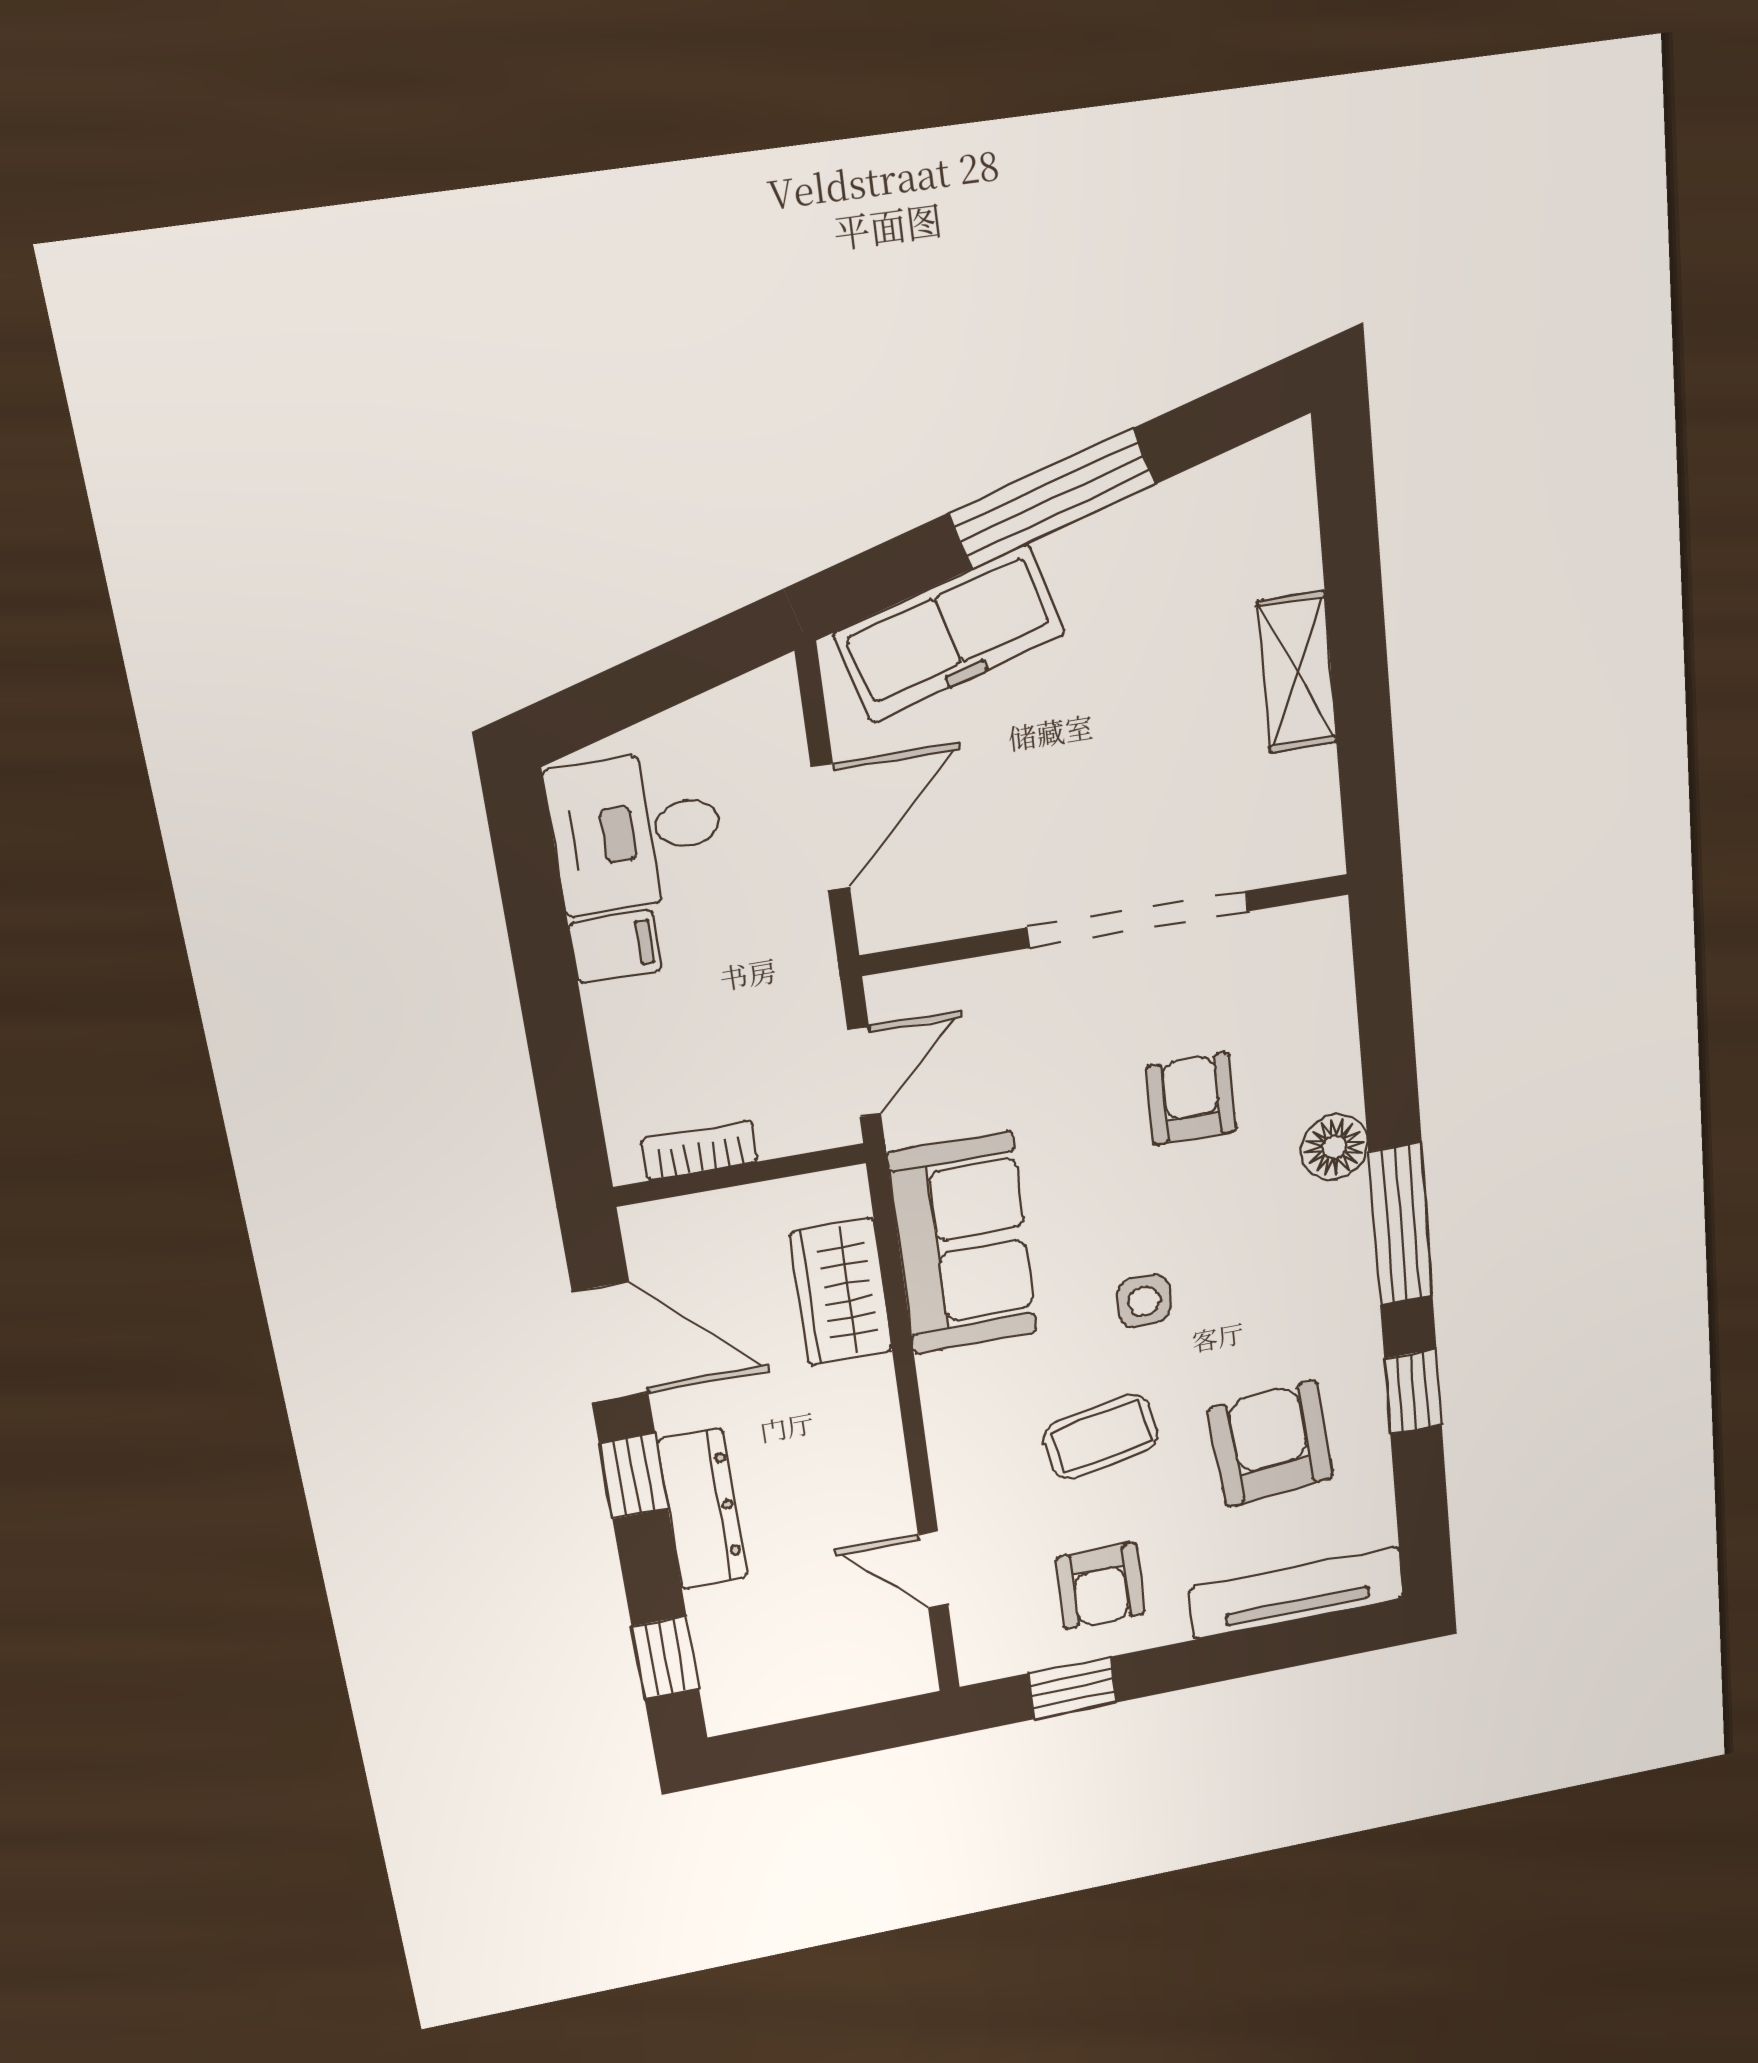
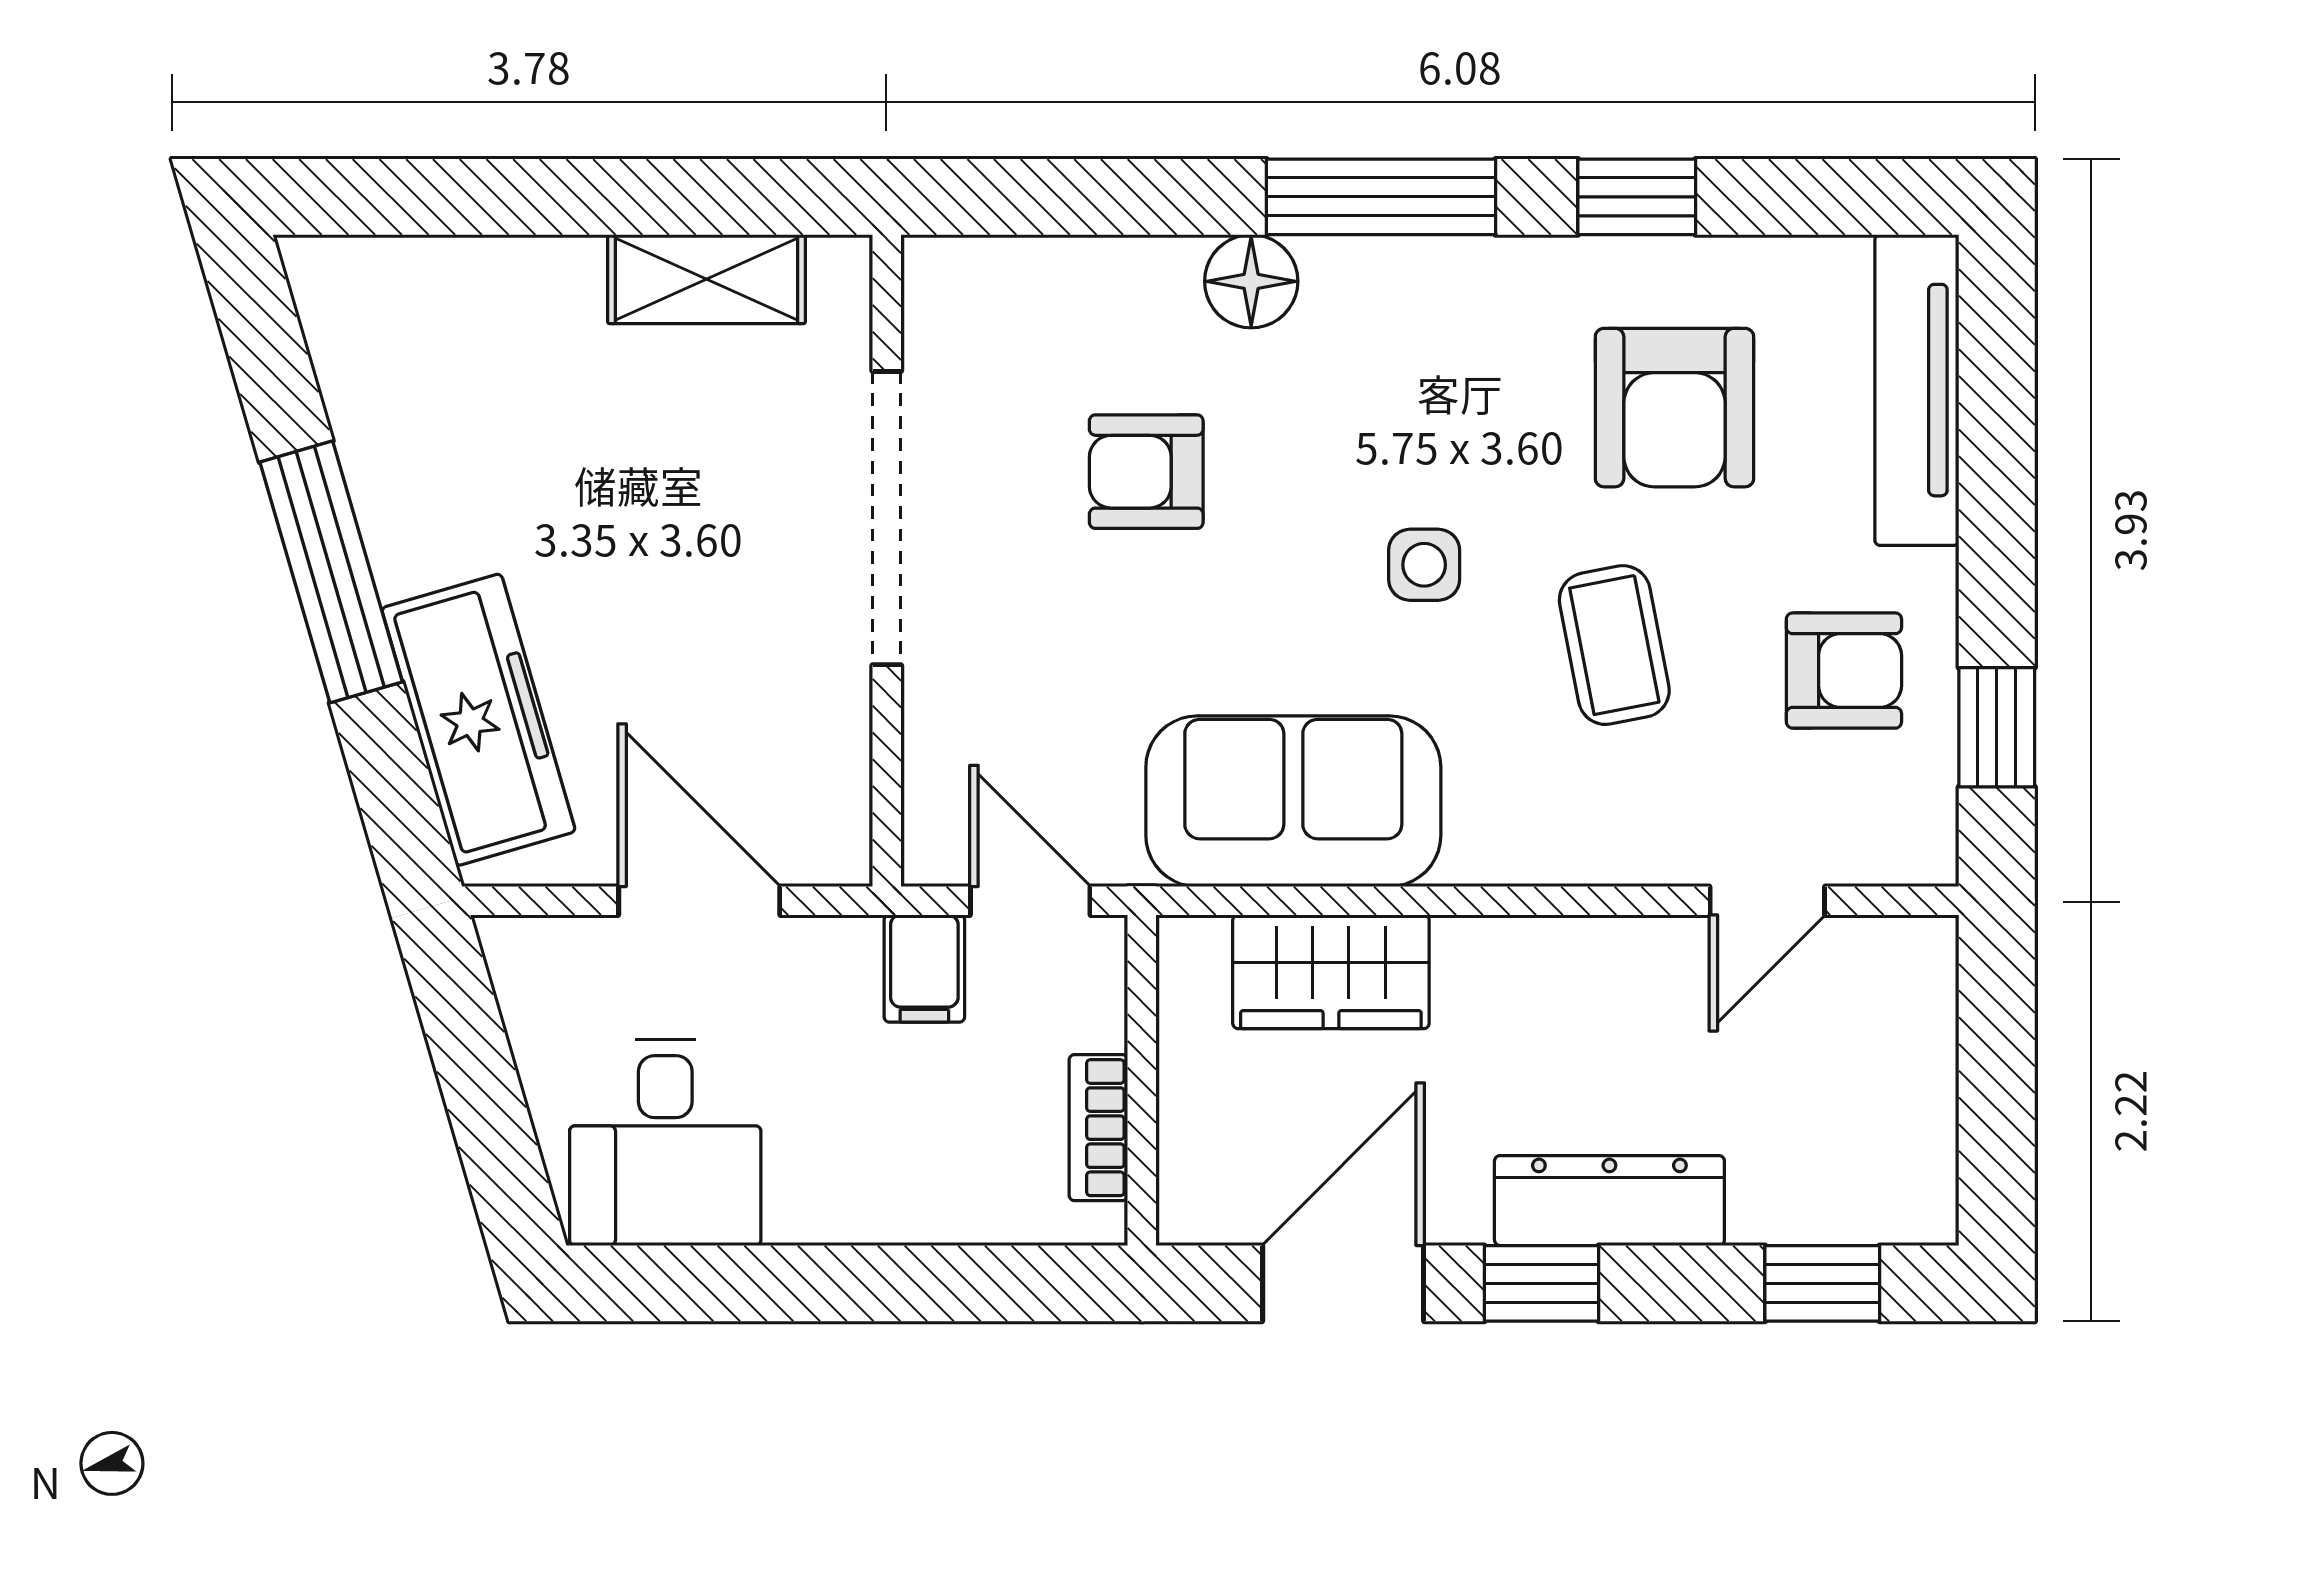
shelving: (1297, 672) -> (706, 279), moved
filing cabinet: (615, 947) -> (924, 969), moved, turned 180
armchair: (1271, 1444) -> (1674, 408), turned -85

